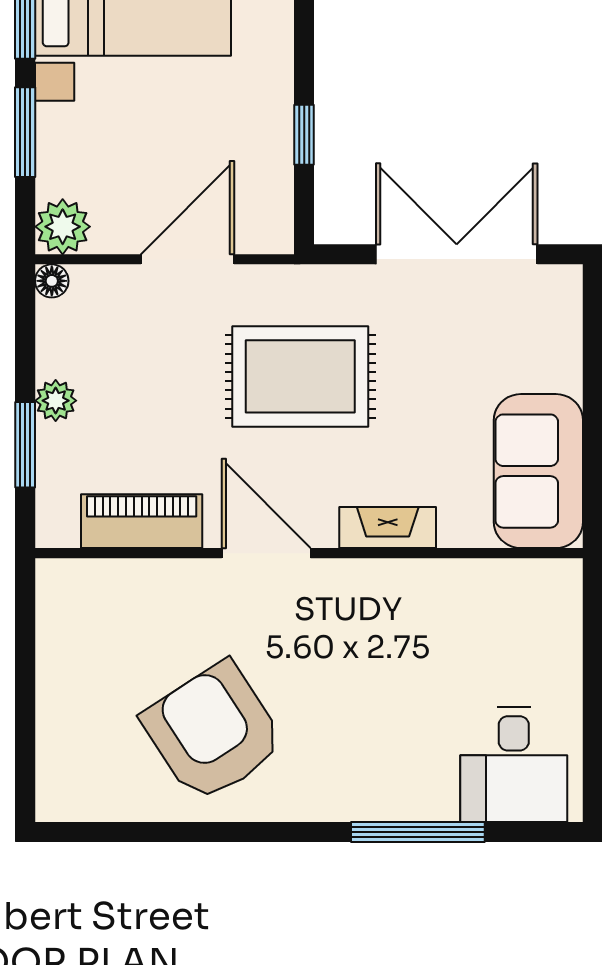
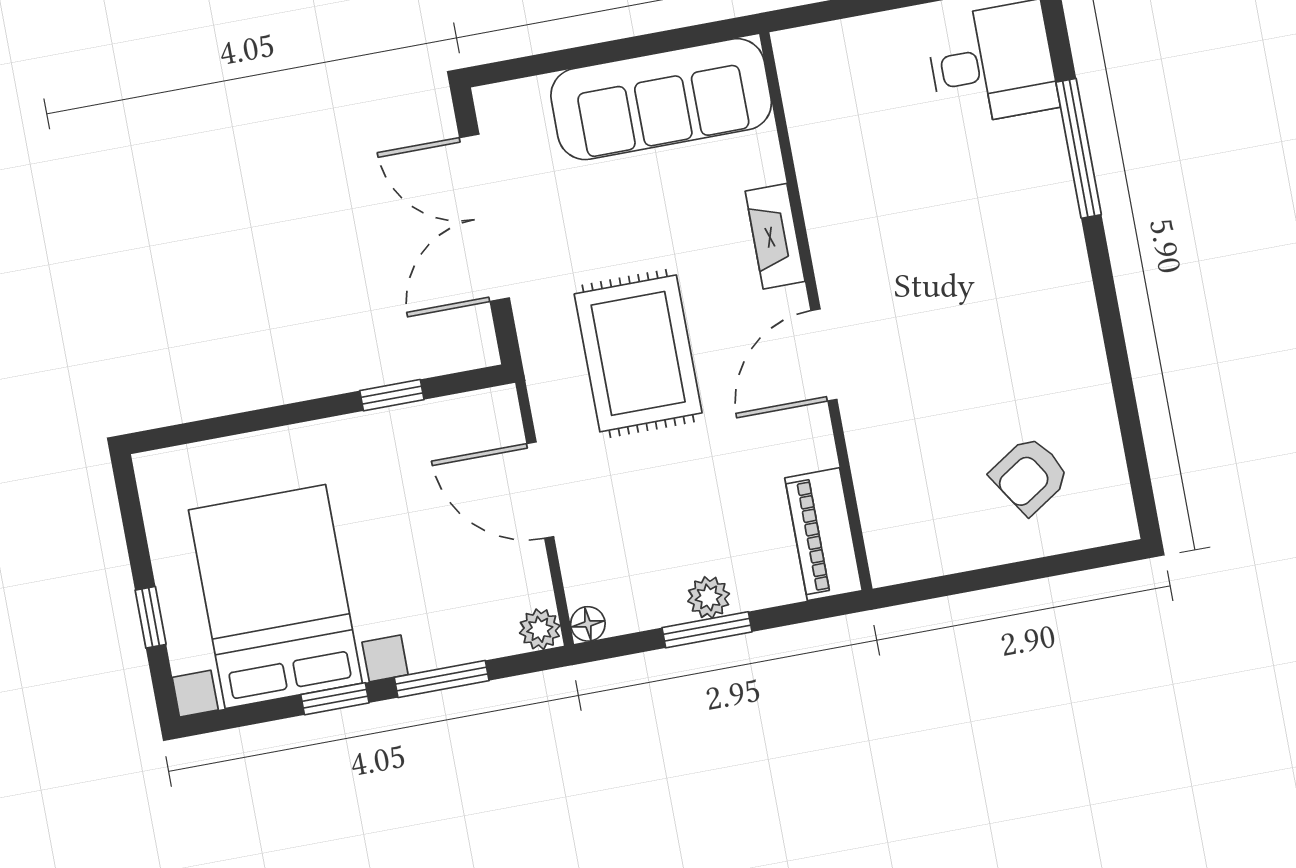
plant: (63, 227) -> (540, 629), width x0.73, depth x0.73
window: (25, 445) -> (707, 630), moved
sofa: (538, 471) -> (661, 99), width x1.36
piano: (142, 521) -> (823, 534), moved
armchair: (213, 732) -> (1030, 475), moved, width x0.53, depth x0.53

